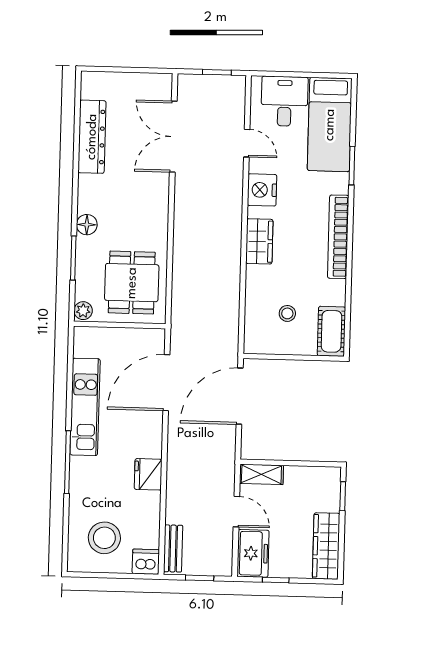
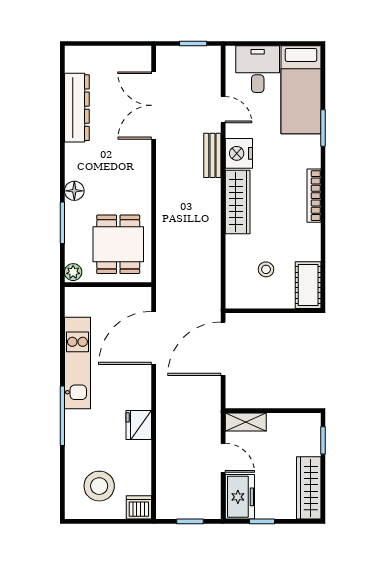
bookcase: (338, 237) -> (314, 196), width x0.68, depth x0.76
wardrobe: (259, 241) -> (238, 202), width x1.50
bench: (173, 548) -> (212, 155), moved

